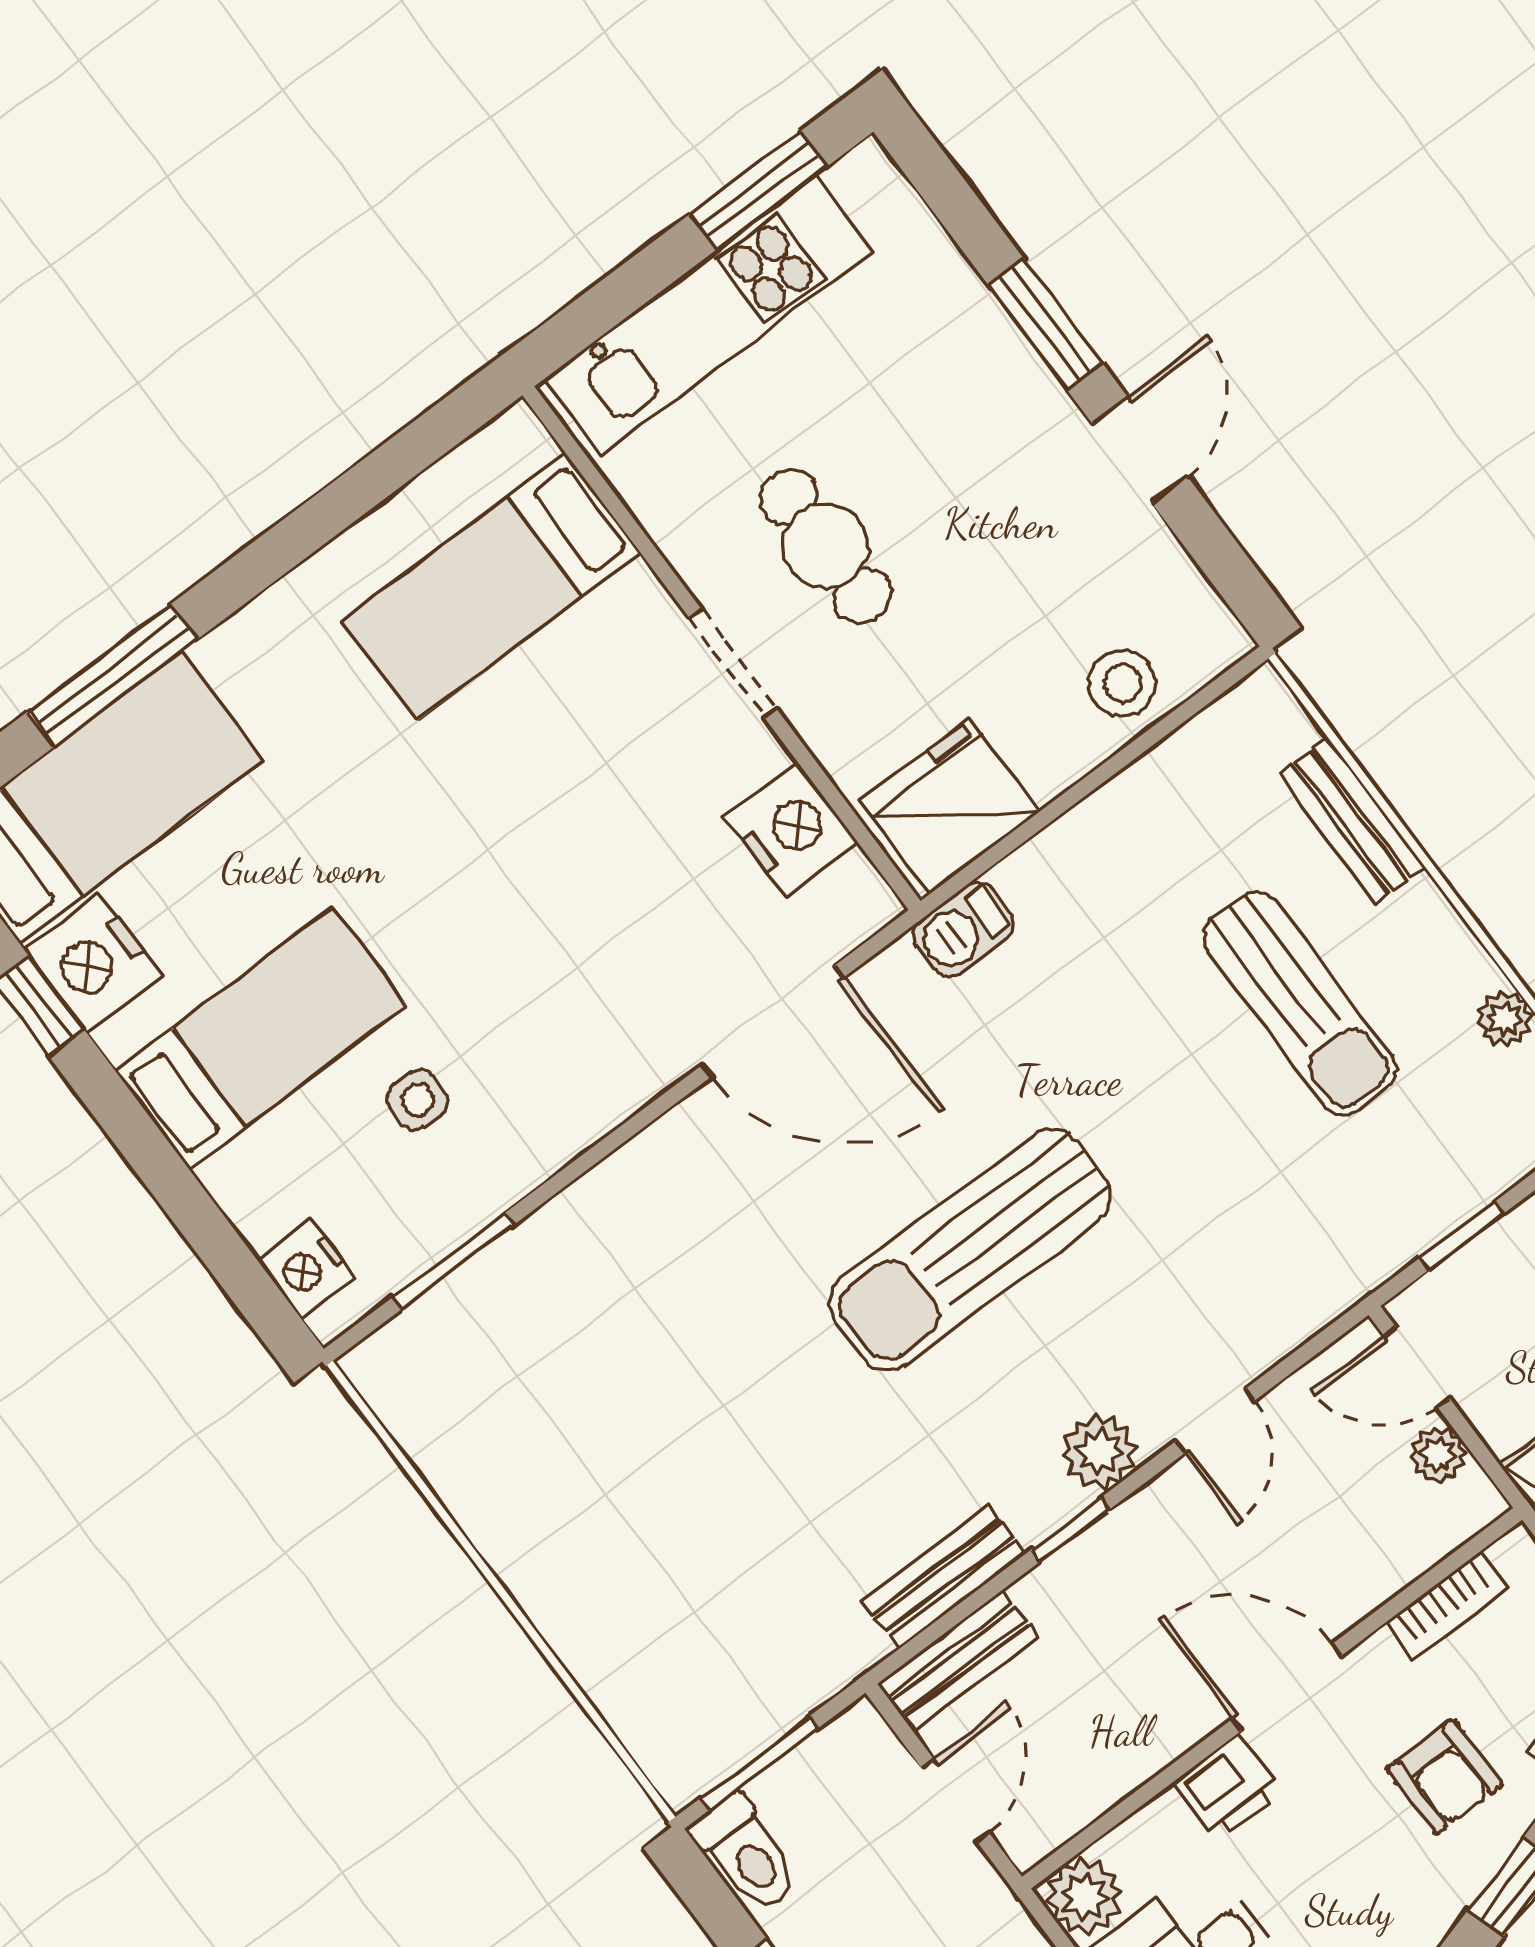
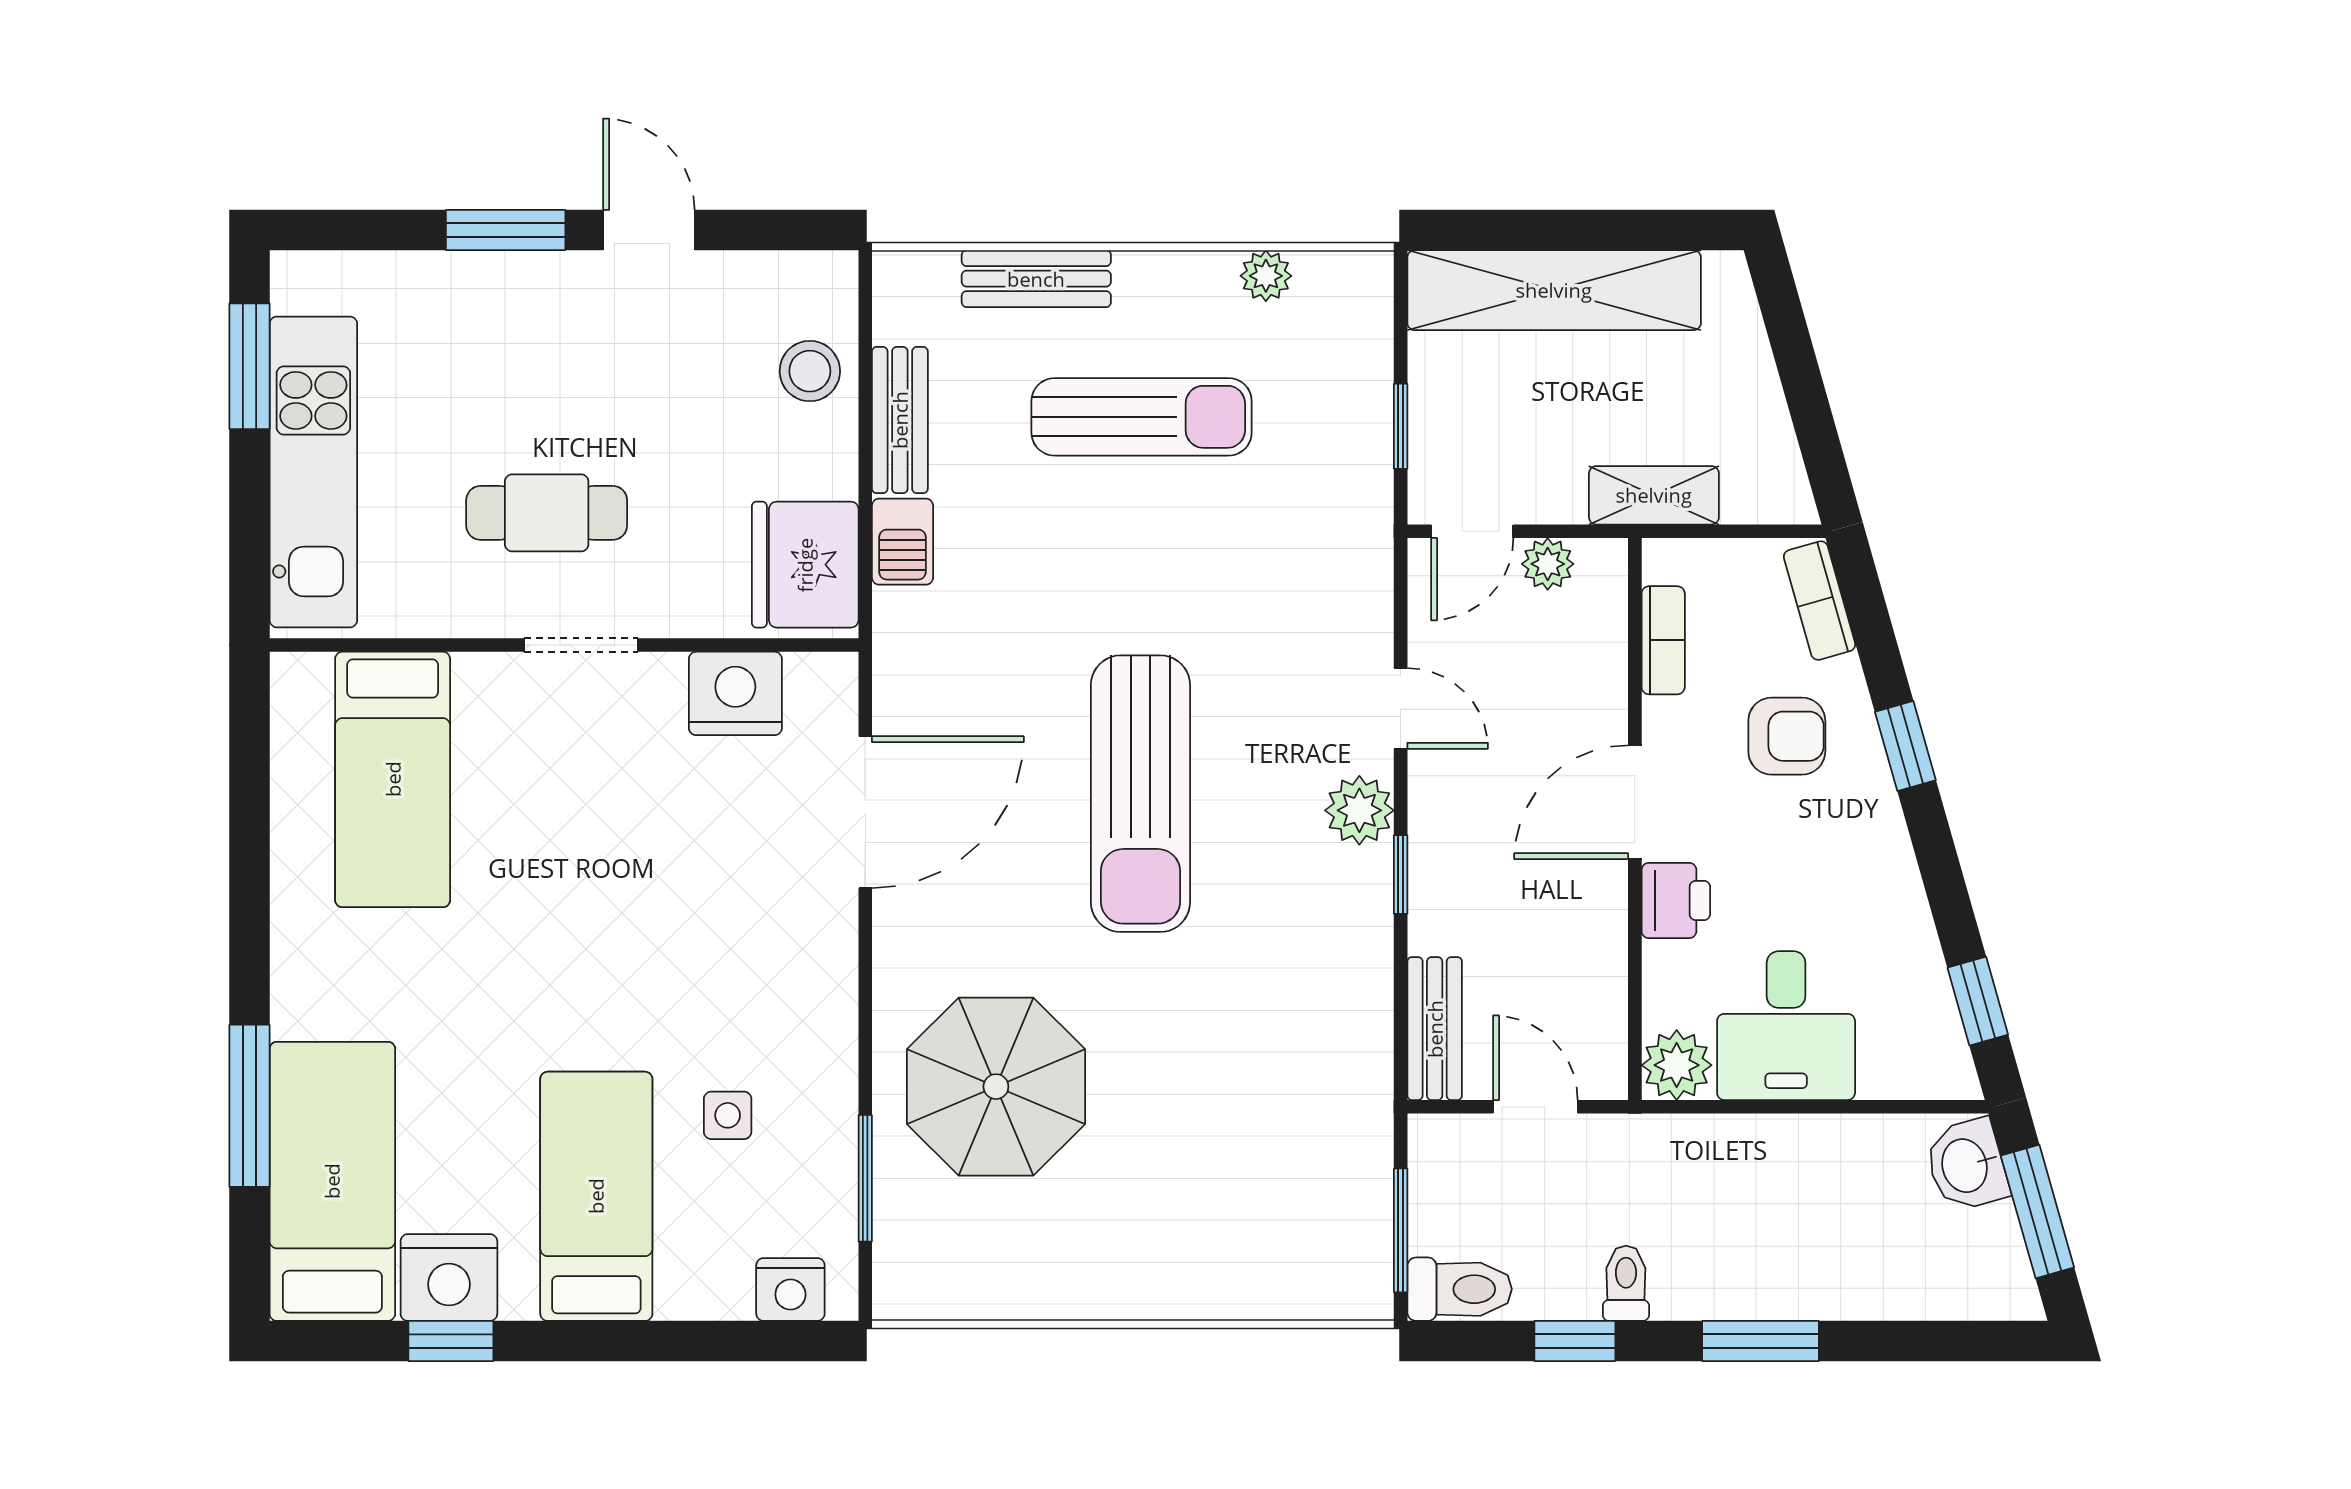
barbecue: (963, 929) -> (903, 542), moved
parasol: (619, 1315) -> (996, 1087), added
bench: (944, 1577) -> (900, 420), moved

